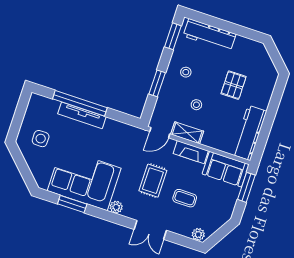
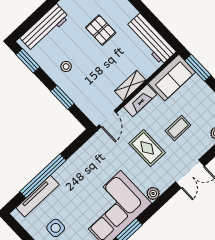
stool: (196, 105) -> (100, 73), removed
tv unit: (82, 115) -> (38, 196), moved
shelving: (187, 133) -> (130, 86), moved

